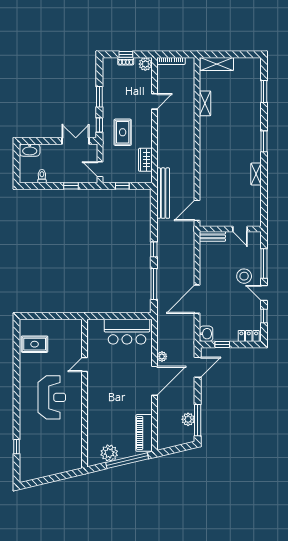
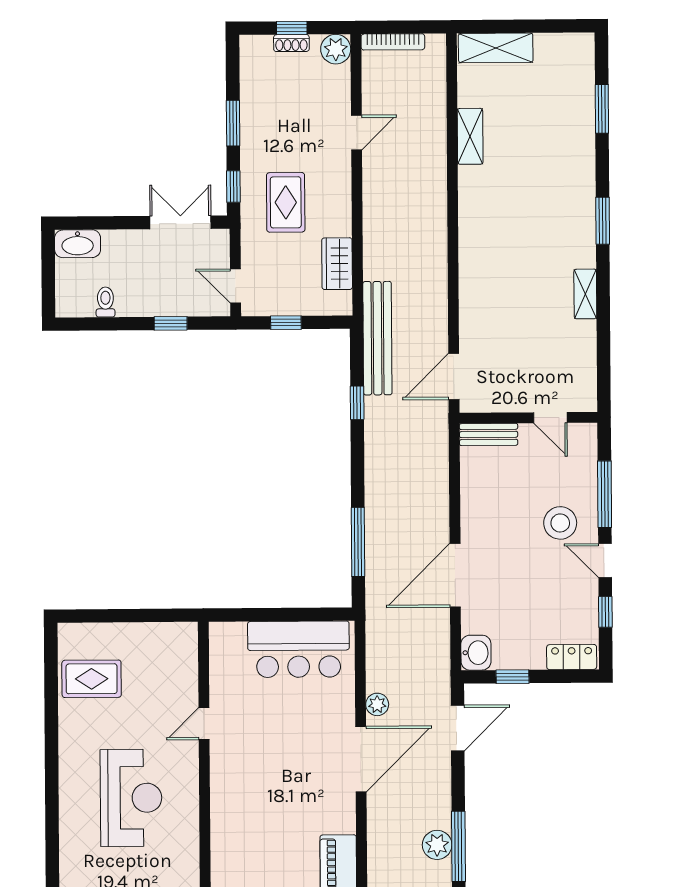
window: (154, 249) -> (357, 403), moved

